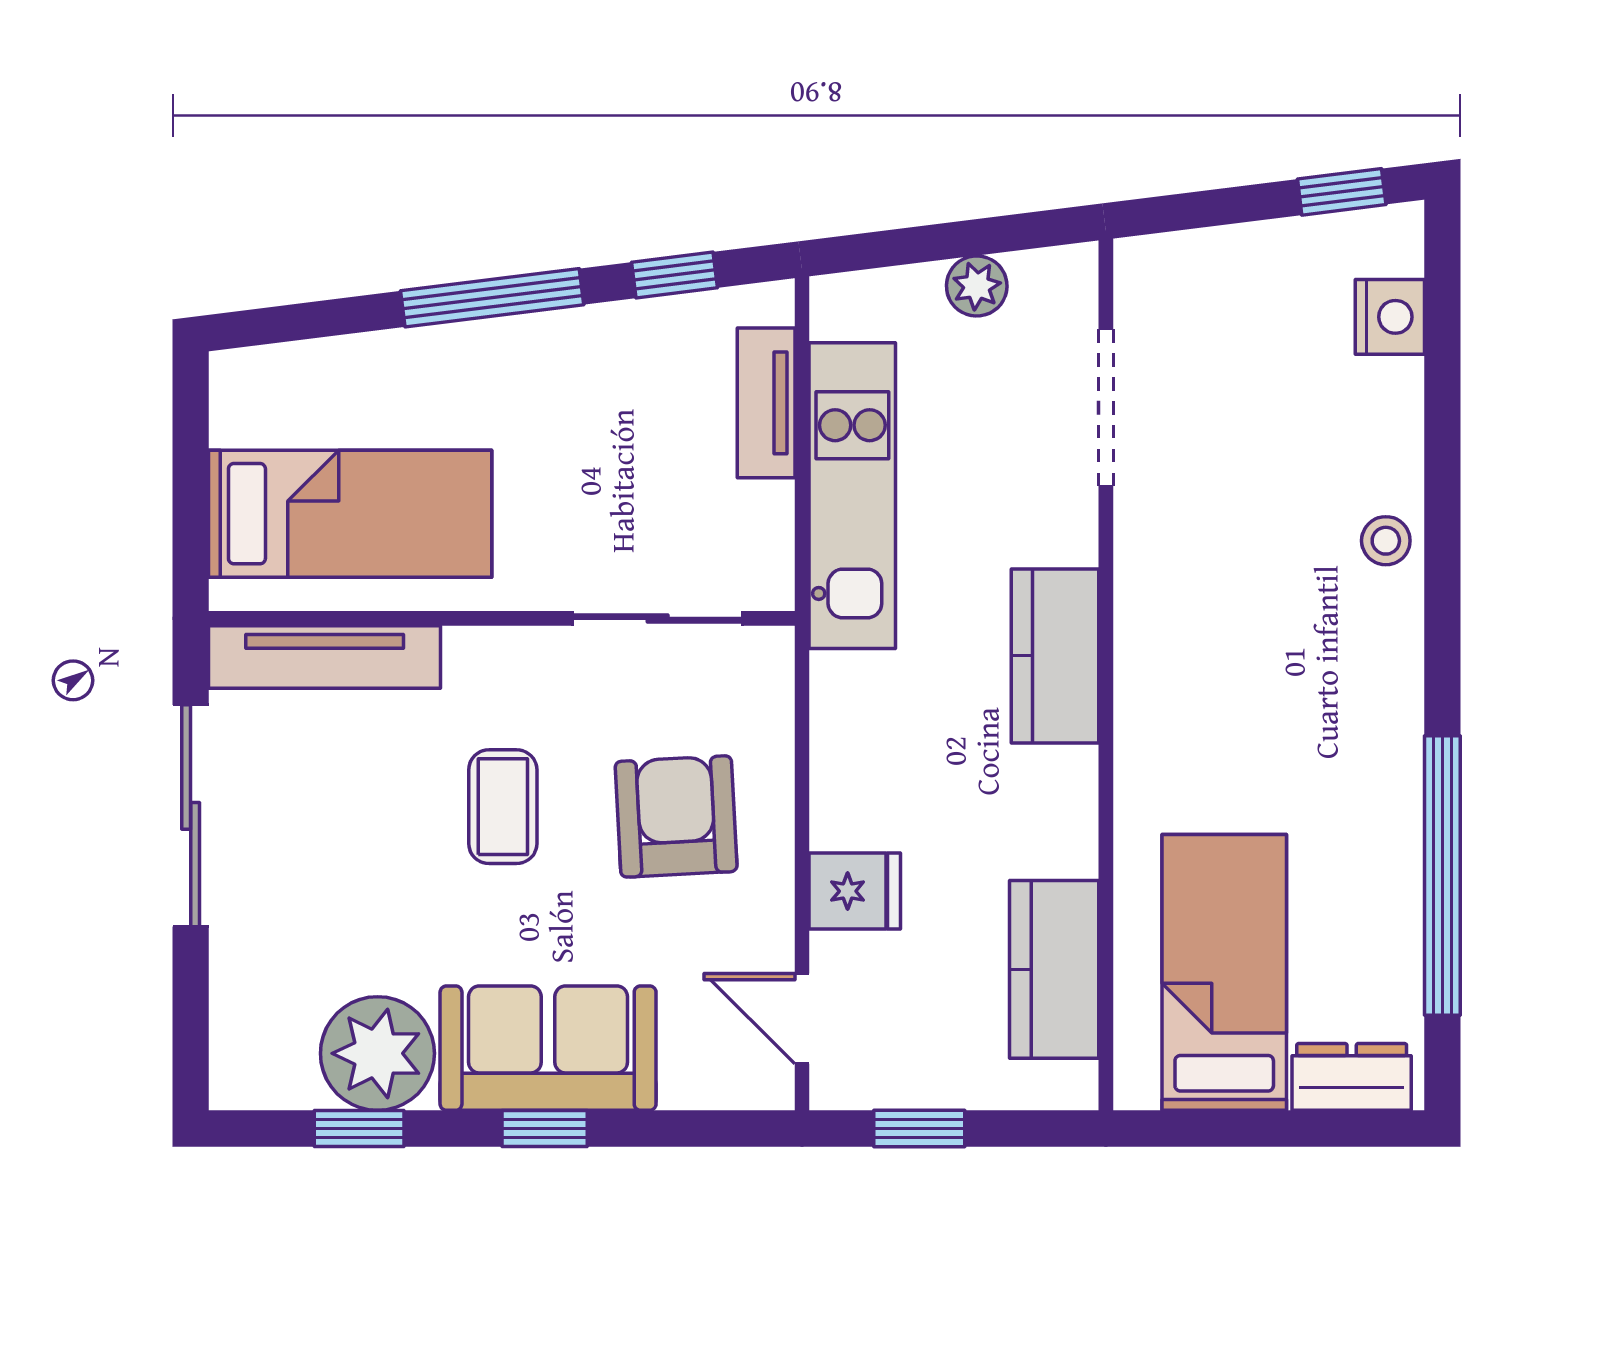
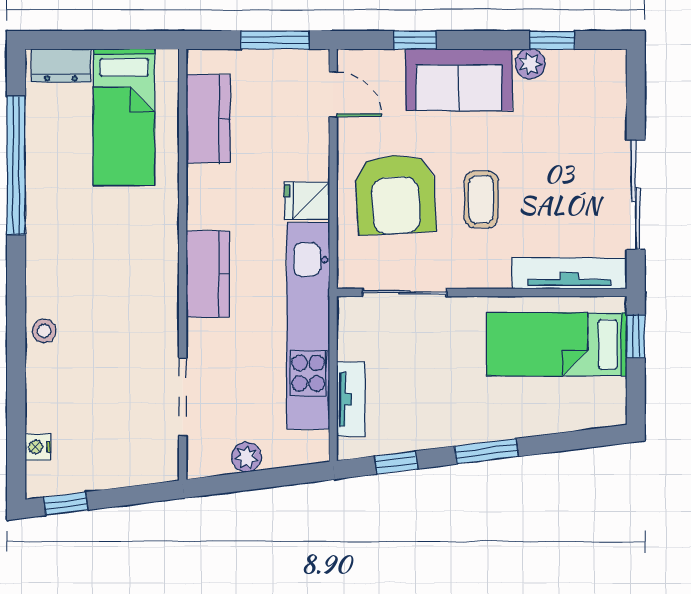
window: (492, 298) -> (486, 451), width x0.69
nightstand: (1390, 317) -> (38, 447), width x0.72, depth x0.74
kitchen unit: (852, 496) -> (308, 326), width x1.36
window: (191, 530) -> (636, 336), added
armchair: (676, 816) -> (395, 194), width x1.36, depth x1.36
fridge: (855, 891) -> (307, 201), moved
plant: (377, 1053) -> (530, 64), width x0.53, depth x0.53
window: (545, 1129) -> (415, 40), moved
window: (919, 1129) -> (275, 40), width x1.50

